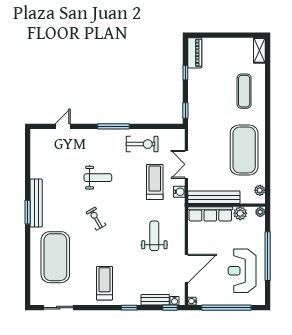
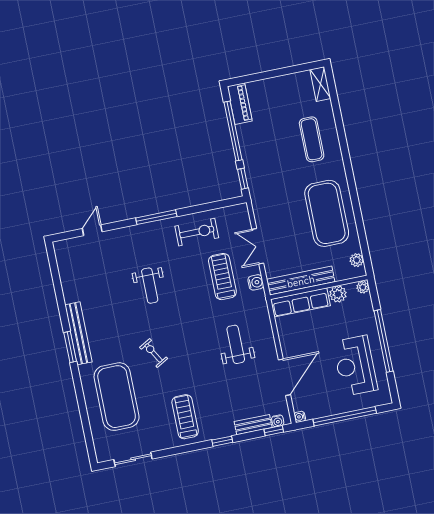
window: (185, 73) -> (233, 131), width x3.17
weight bench: (98, 178) -> (150, 286), turned 90
exercise bike: (96, 219) -> (154, 353), moved

